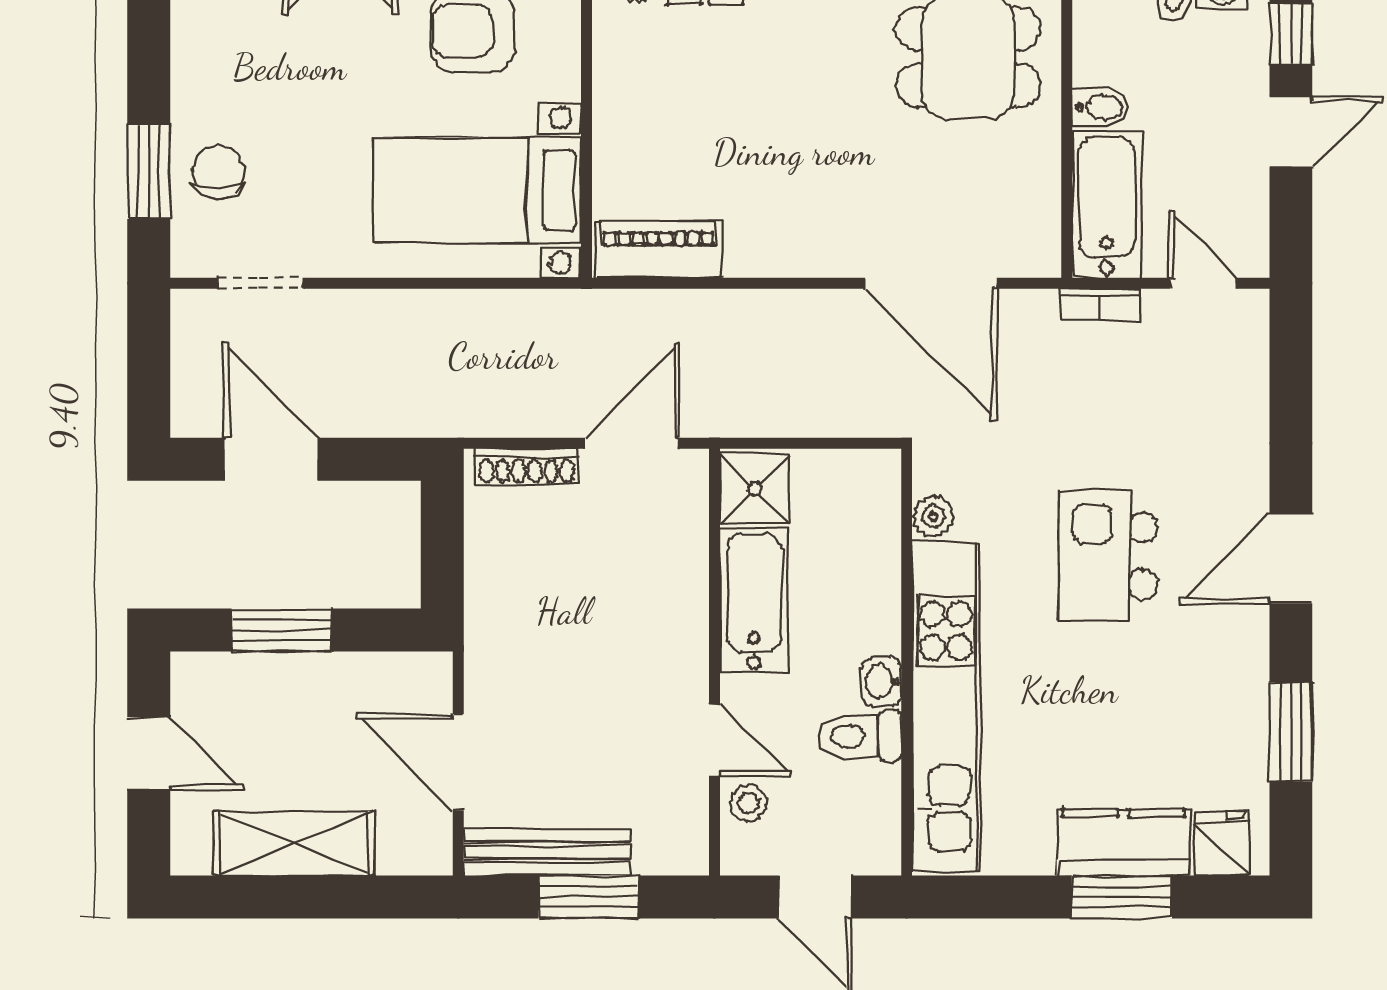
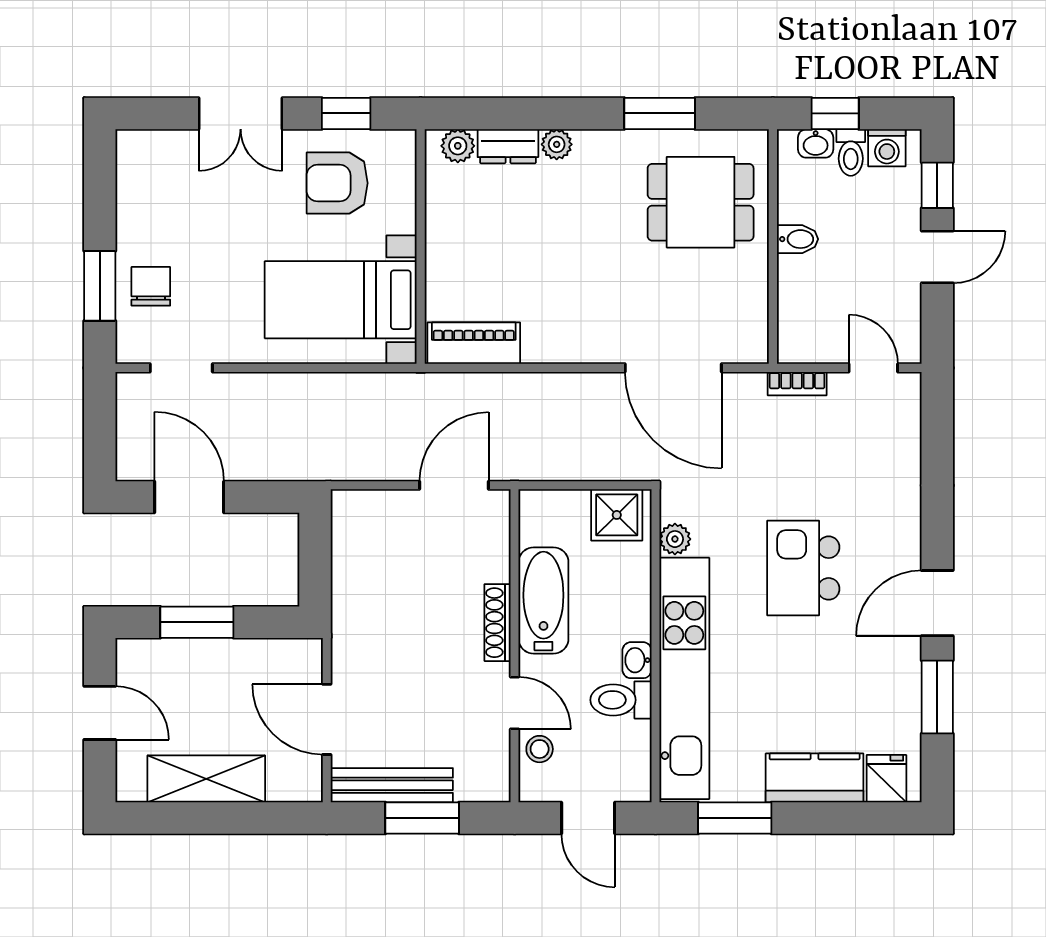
bathtub: (1107, 204) -> (802, 310), removed
shoe rack: (527, 466) -> (498, 623), moved, turned 90
shower: (755, 489) -> (617, 515), moved
door: (1291, 559) -> (937, 603), moved
window: (1122, 897) -> (735, 818), moved

